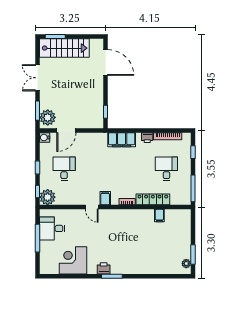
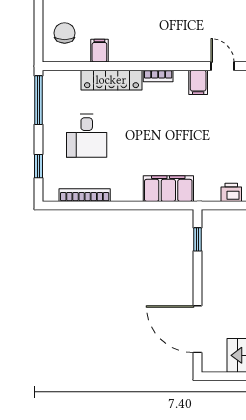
printer: (147, 138) -> (231, 192), moved
chair: (179, 225) -> (65, 33), added

